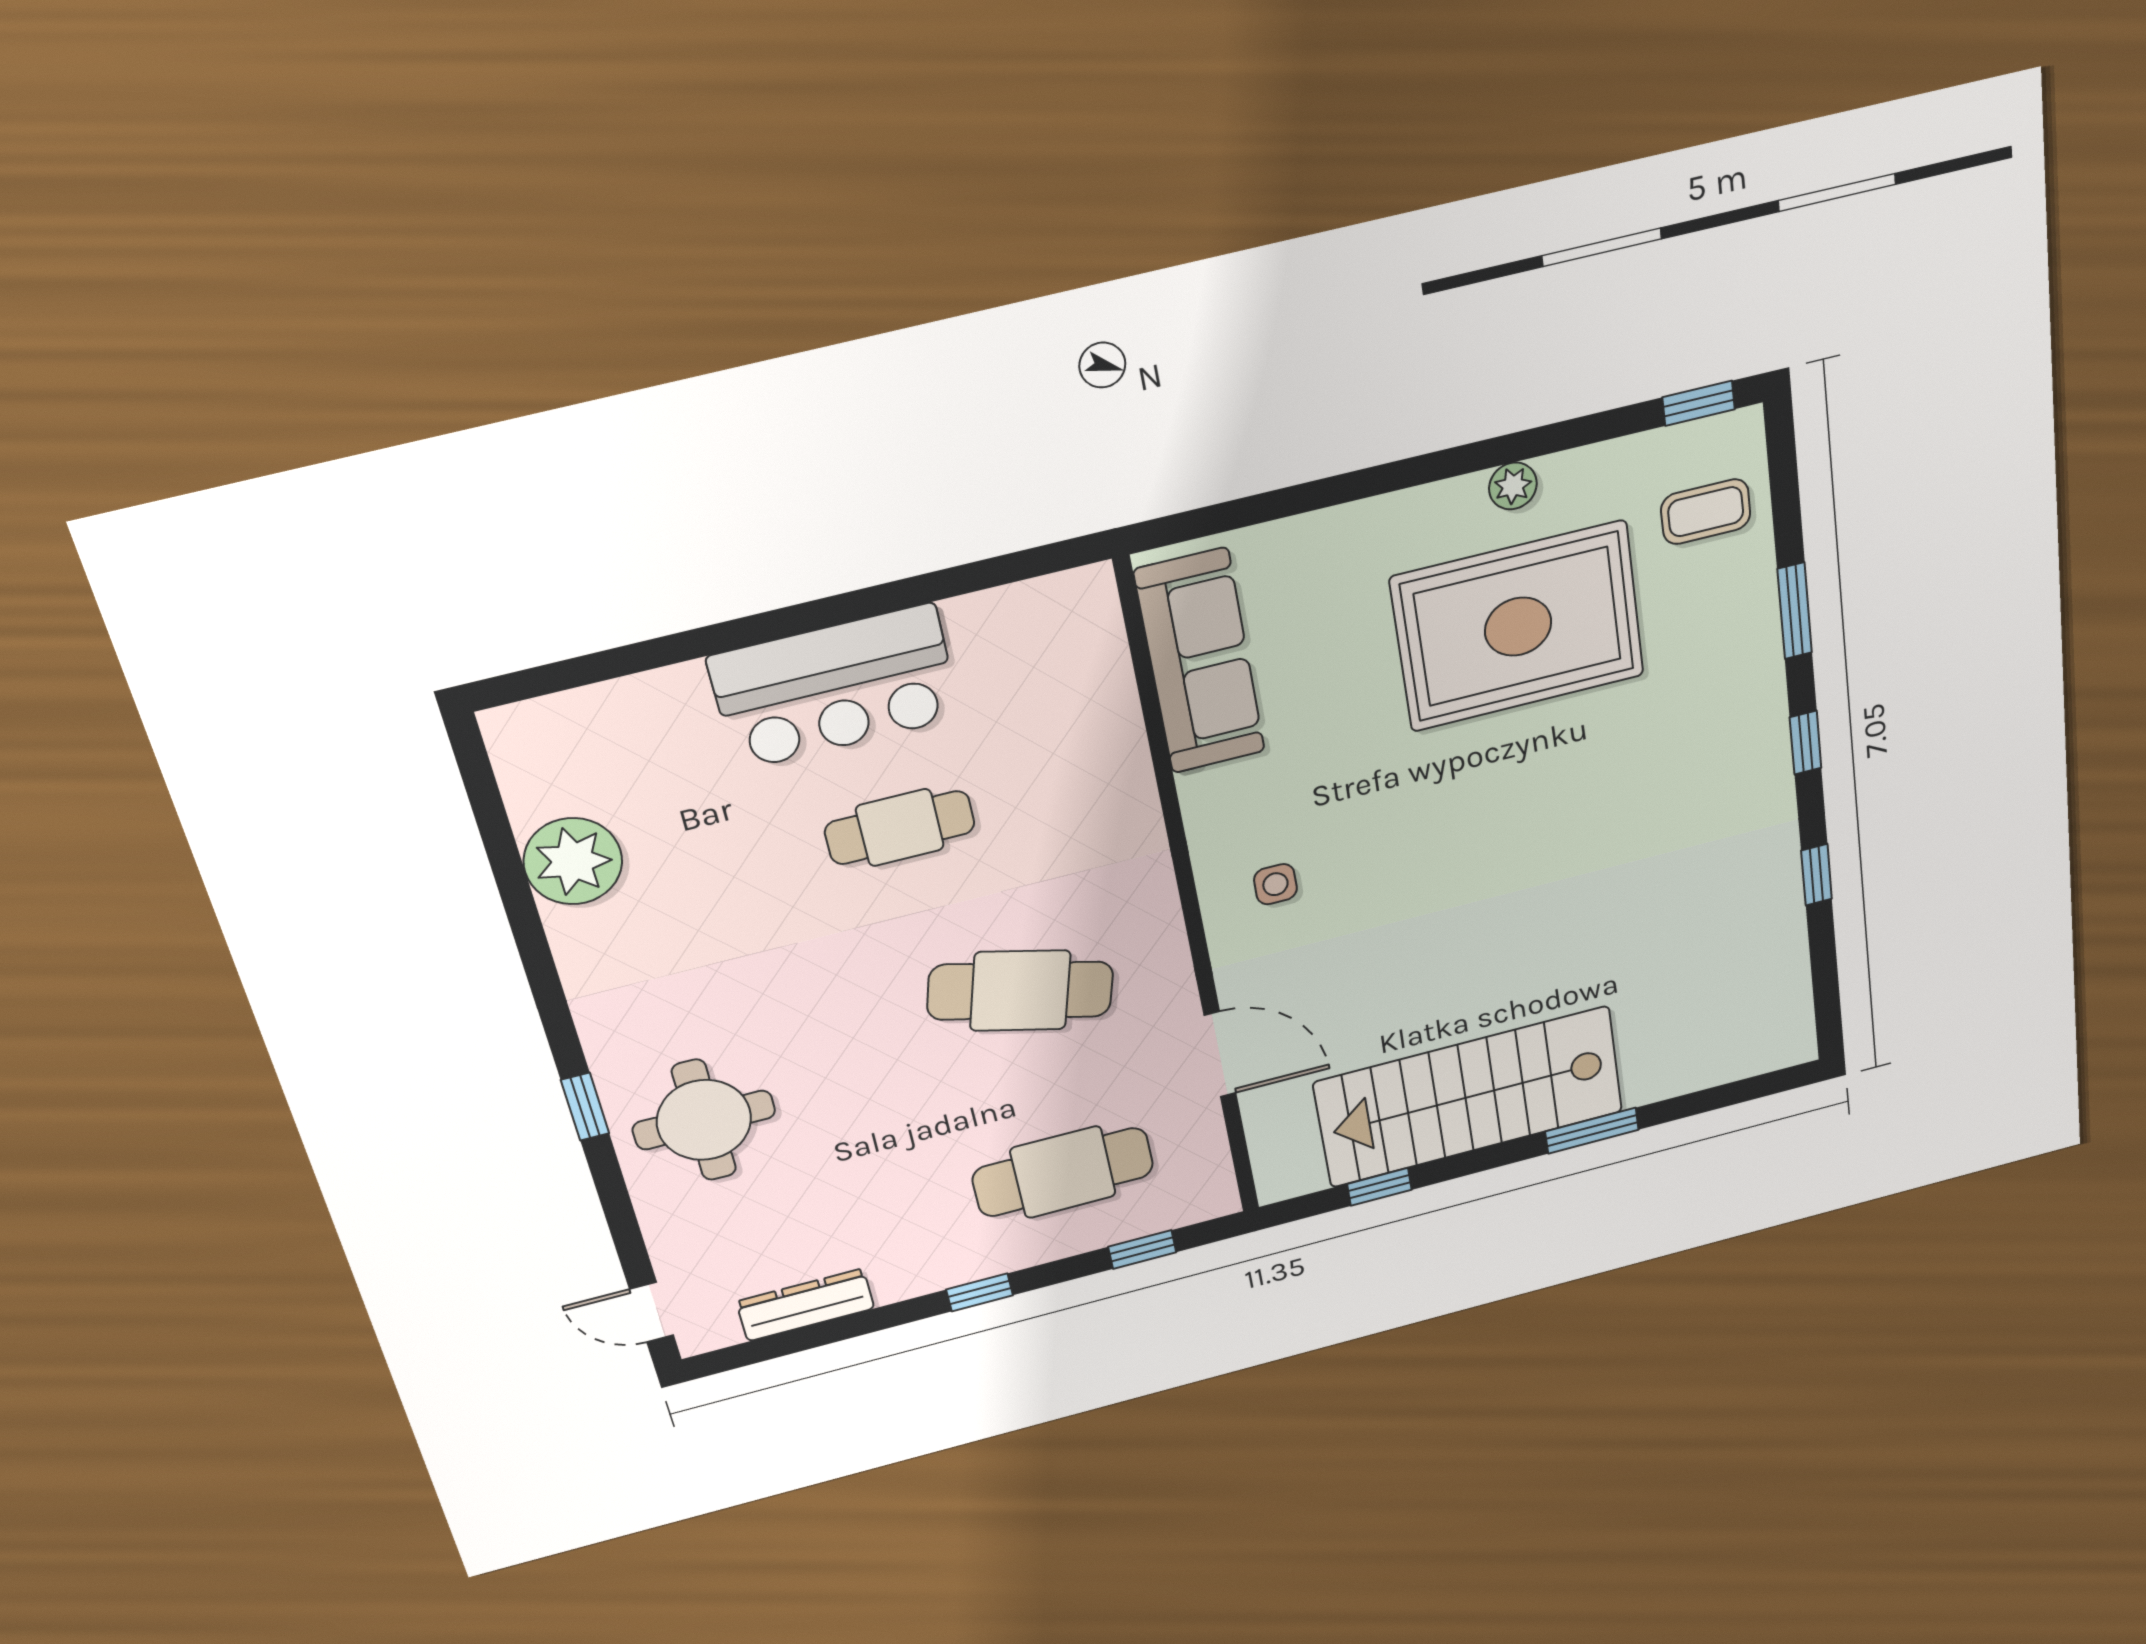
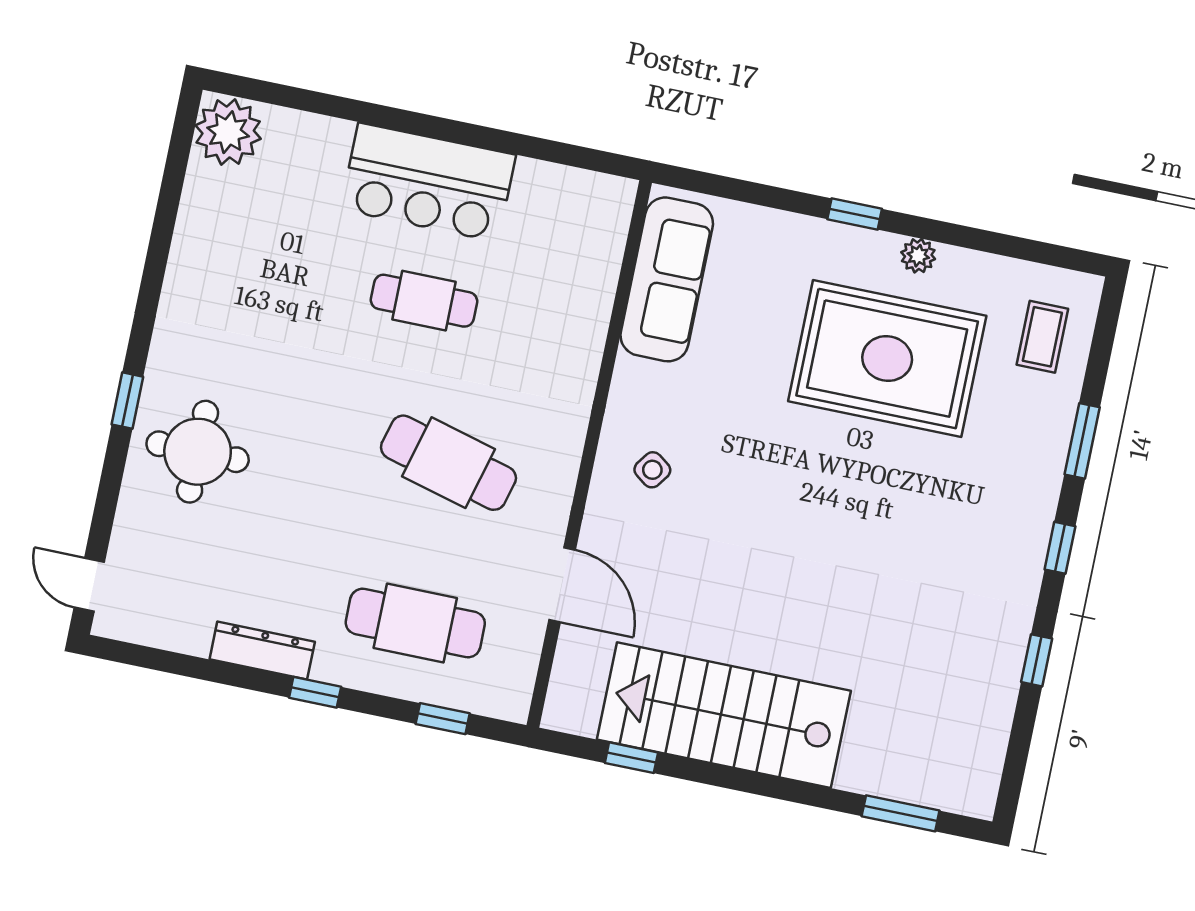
window: (1699, 403) -> (855, 214), moved
coffee table: (1706, 512) -> (1042, 337), turned 90
plant: (573, 861) -> (228, 132), moved
side table: (1275, 884) -> (652, 470), turned 36
window: (1592, 1131) -> (901, 813), moved
dresser: (805, 1305) -> (262, 650), moved

